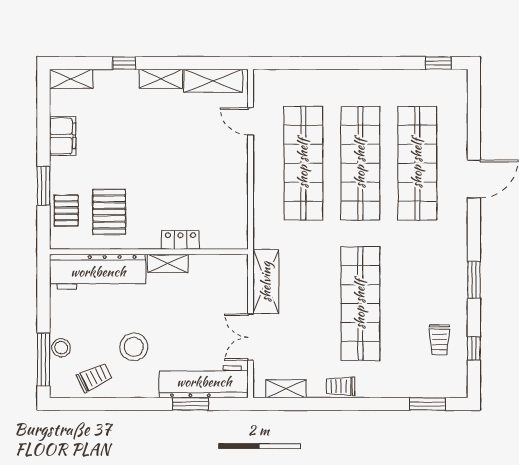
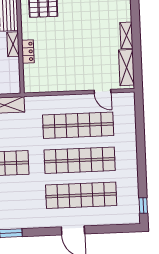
window: (124, 63) -> (135, 12), removed
door: (251, 121) -> (103, 92), swing flipped

